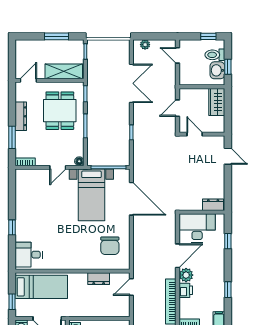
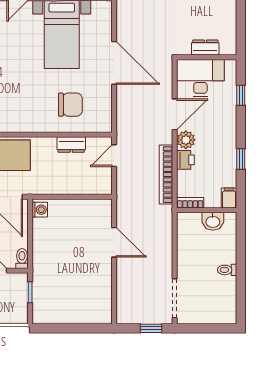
door: (131, 199) -> (114, 63), moved
dresser: (213, 205) -> (205, 48), moved
chair: (110, 246) -> (70, 105), moved, turned -90

